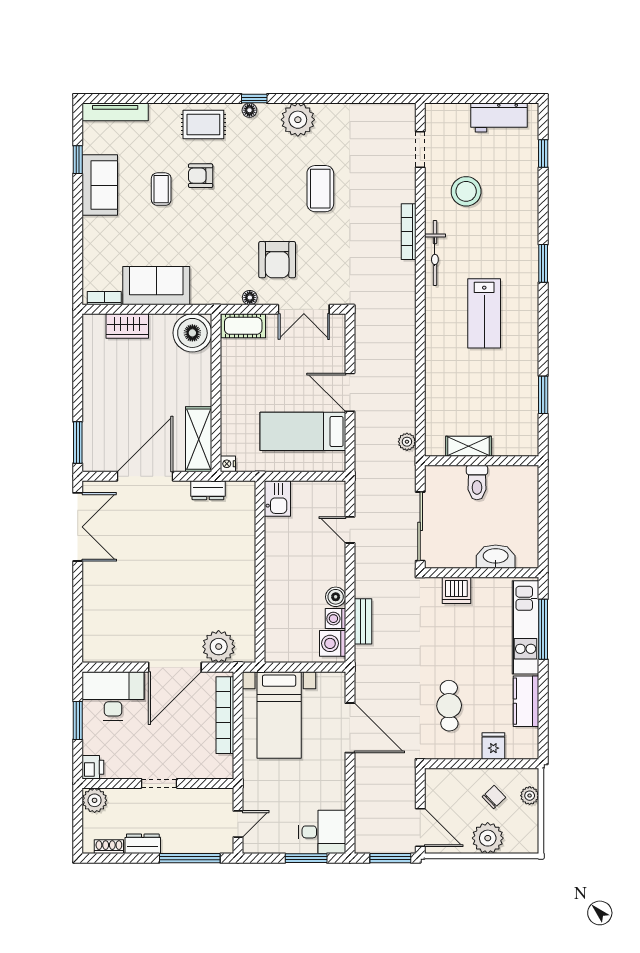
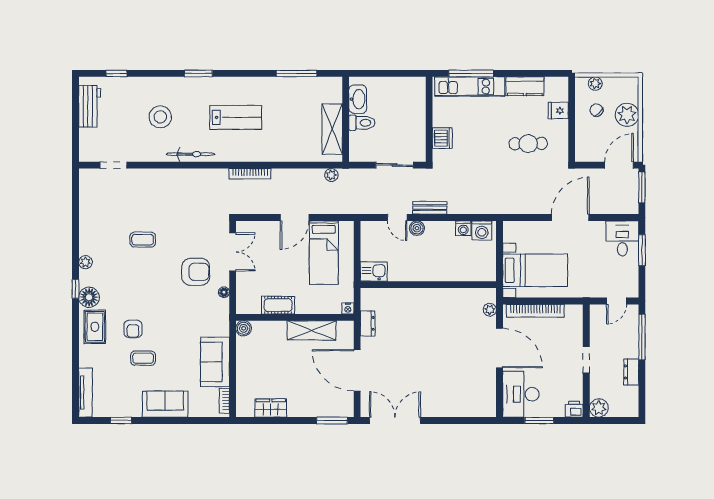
floor lamp: (249, 110) -> (89, 297), width x1.89, depth x1.89
plant: (298, 120) -> (85, 262), width x0.53, depth x0.53
sofa: (100, 185) -> (165, 404), moved
coffee table: (320, 189) -> (143, 240), width x0.73, depth x0.77
stool: (466, 191) -> (160, 117), moved
bookcase: (409, 232) -> (250, 174), moved
wardrobe: (127, 326) -> (271, 408), moved, turned -90
cot: (243, 326) -> (278, 305), moved, turned 90
boiler: (192, 333) -> (244, 328), width x0.54, depth x0.54
window: (543, 395) -> (296, 73), width x1.44
shelving: (199, 439) -> (312, 330), moved
shelving: (469, 446) -> (332, 129), width x1.50, depth x1.33
sliding door: (420, 526) -> (395, 165), width x0.73
door: (350, 530) -> (397, 218), hinge flipped
washbasin: (496, 557) -> (358, 99), moved, turned 180
boiler: (336, 597) -> (417, 228), moved
bench: (363, 621) -> (430, 208), moved
plant: (219, 647) -> (490, 310), width x0.53, depth x0.53
door: (350, 728) -> (570, 218), moved
door: (238, 824) -> (616, 301), swing flipped
shoe rack: (109, 847) -> (633, 397), removed

